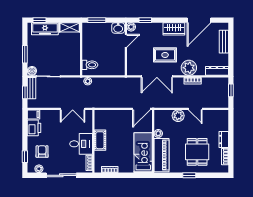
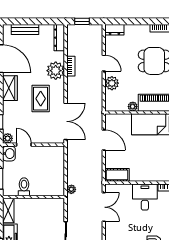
toilet: (90, 65) -> (24, 187), moved
double door: (157, 76) -> (66, 121), moved
door: (141, 109) -> (104, 140), moved
door: (195, 109) -> (104, 63), hinge flipped
cot: (100, 140) -> (117, 175), moved
dresser: (224, 140) -> (114, 30), moved

